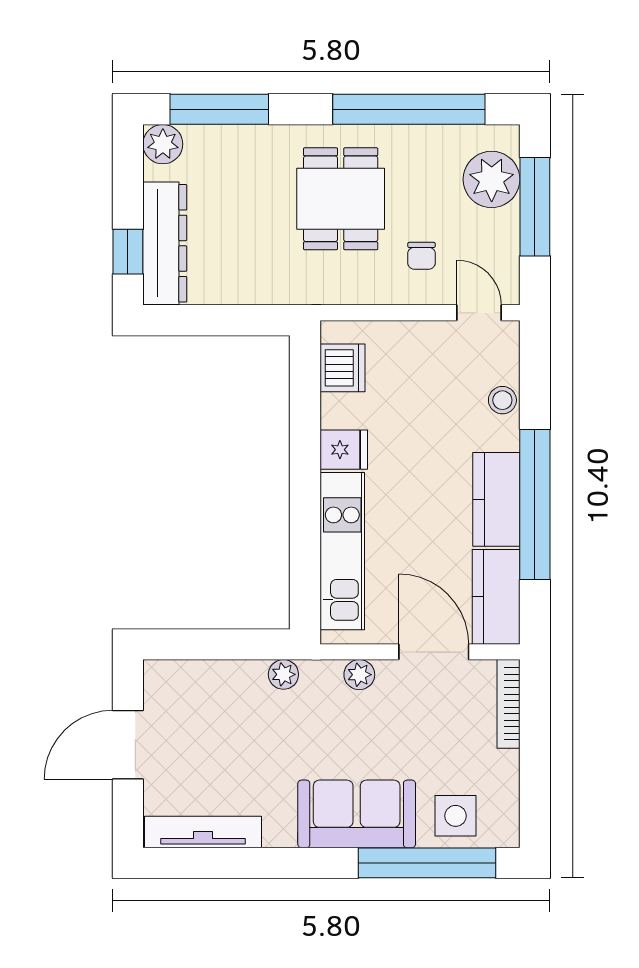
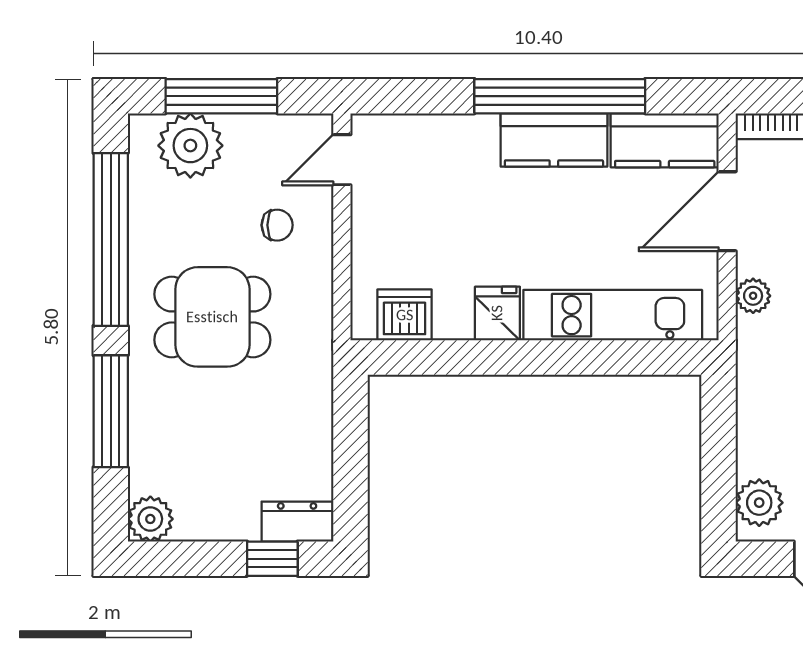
window: (219, 109) -> (111, 411), moved
dresser: (165, 243) -> (297, 522), width x0.51, depth x0.80
stool: (502, 400) -> (441, 133), removed
plant: (283, 674) -> (759, 503), moved, width x1.38, depth x1.38

